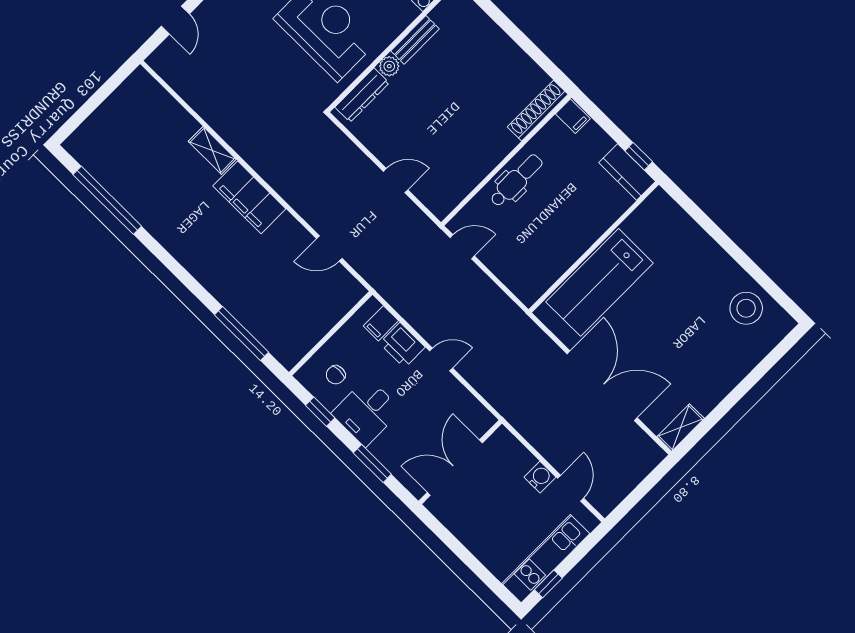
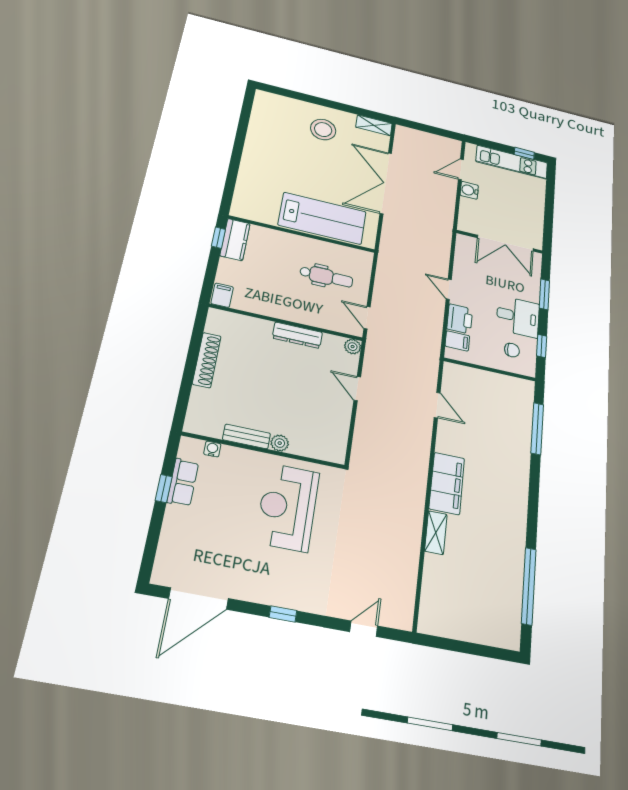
dresser: (362, 95) -> (297, 335), moved, turned 180
shoe rack: (538, 111) -> (207, 360), moved, turned -90
dental chair: (516, 180) -> (326, 277), moved, turned 180
plant: (441, 208) -> (353, 347), added
stool: (746, 308) -> (323, 130), moved

